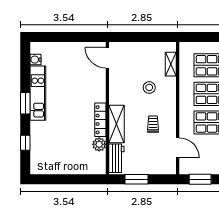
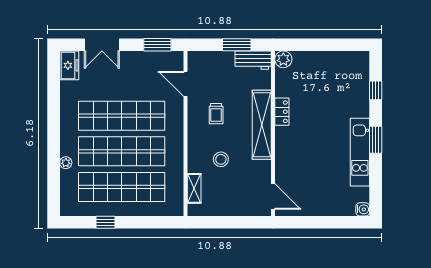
water cooler: (36, 60) -> (363, 209), moved
locker: (100, 120) -> (282, 112), width x0.66
shelving: (116, 124) -> (262, 125), width x1.47
plant: (99, 144) -> (283, 59), moved
workbench: (116, 158) -> (253, 60), moved, turned -90

